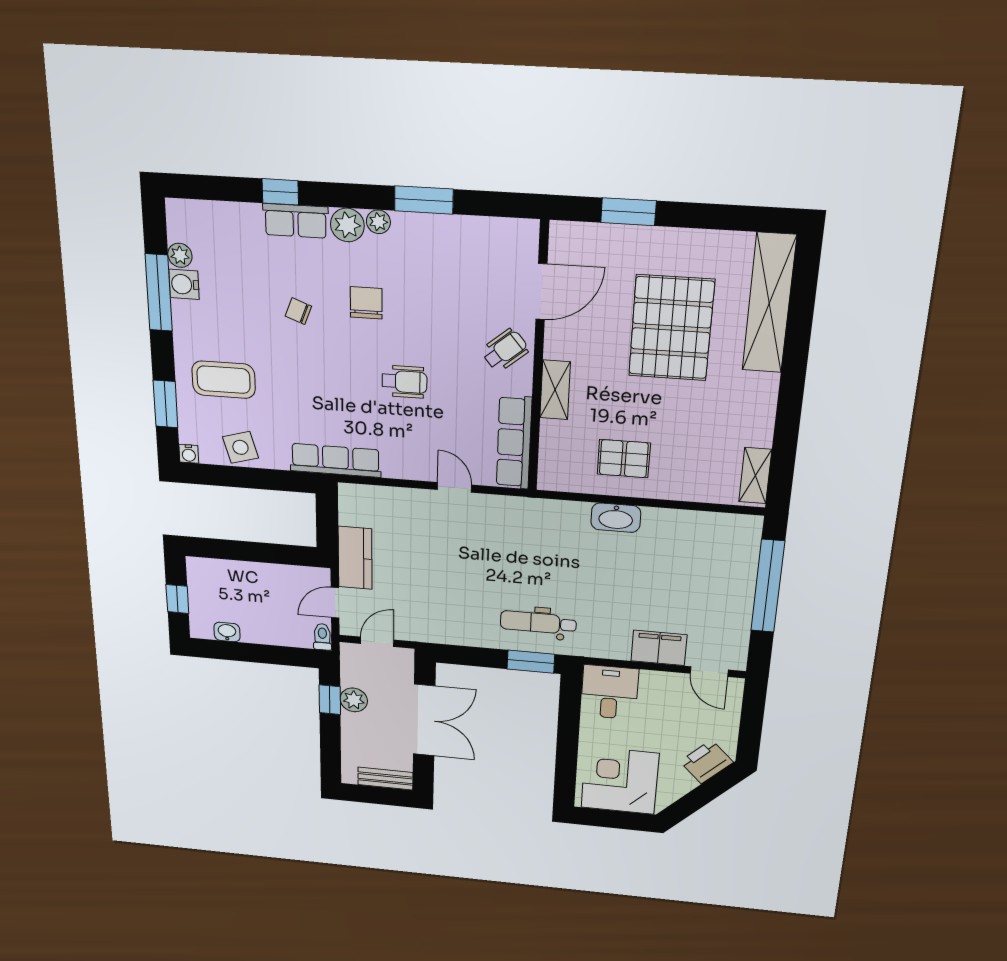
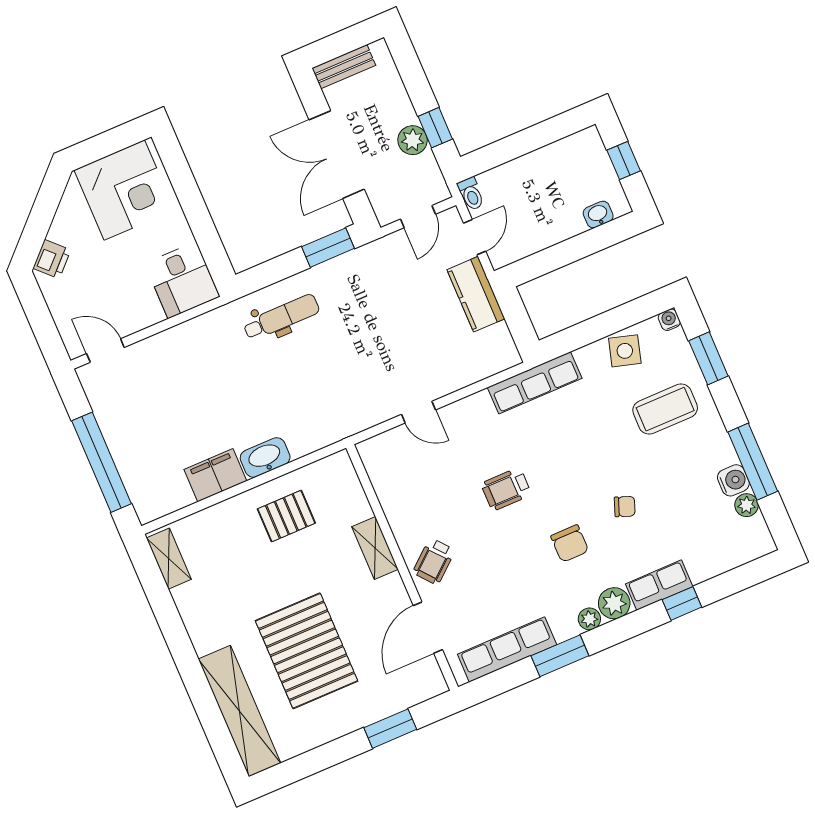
row of seats: (514, 442) -> (507, 650), moved, turned -90
side table: (240, 447) -> (625, 351), turned 32
washbasin: (227, 632) -> (598, 215), moved, turned 180
filing cabinet: (659, 648) -> (215, 475), moved, turned 180
window: (531, 662) -> (328, 248), moved
printer: (706, 762) -> (52, 259), width x0.73, depth x0.81

